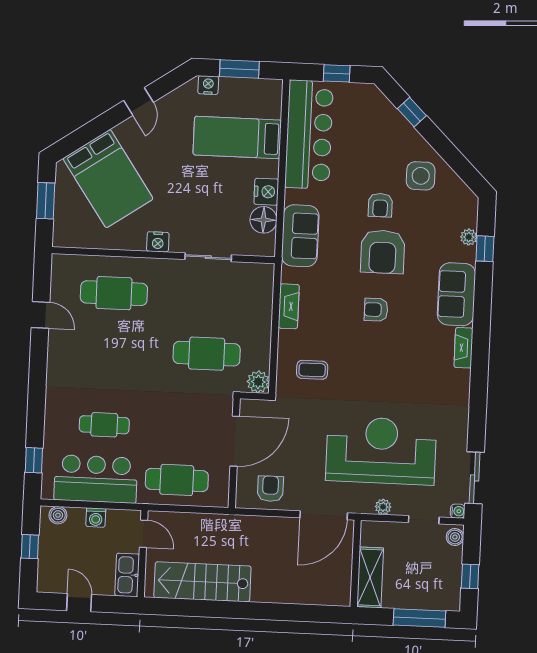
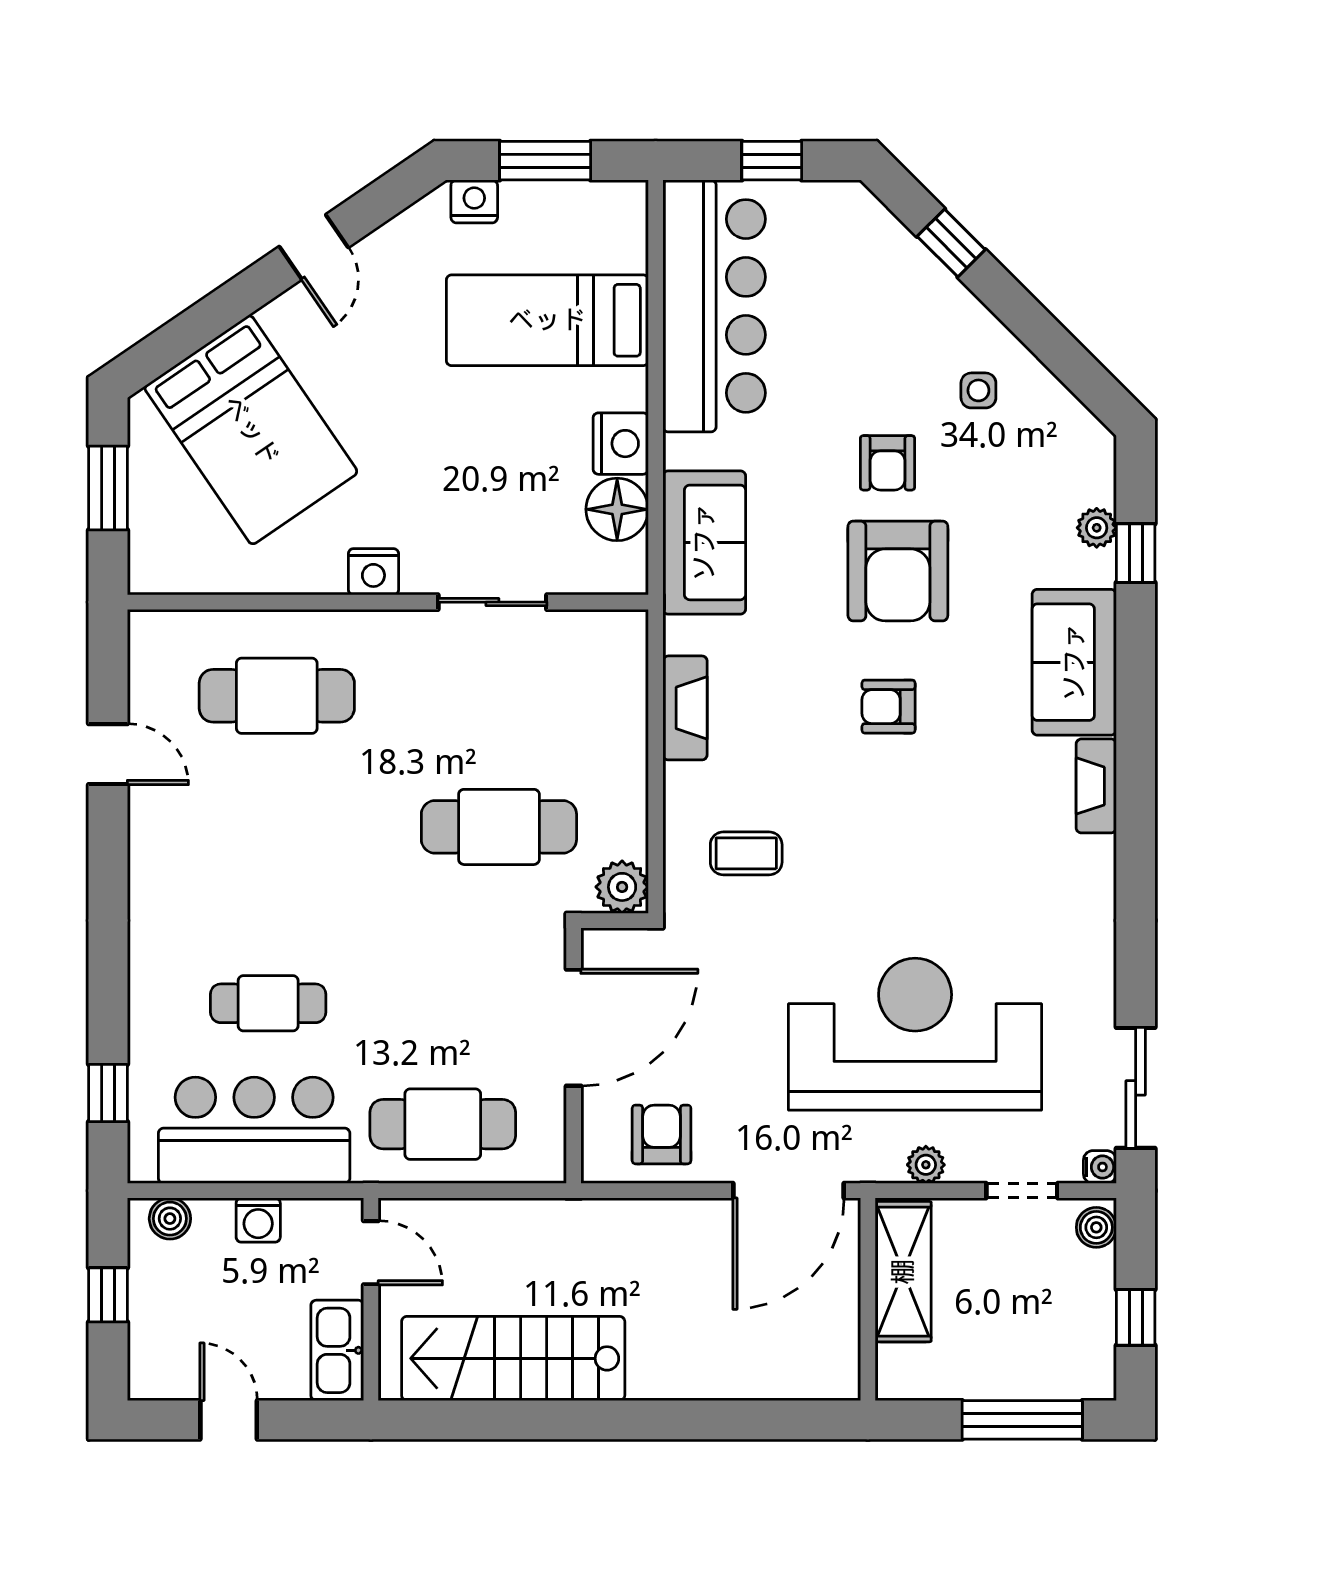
side table: (421, 176) -> (978, 390), width x0.54, depth x0.54
shelving: (370, 577) -> (903, 1272), moved

